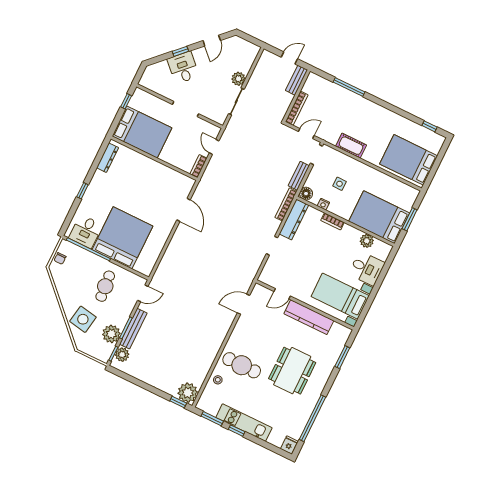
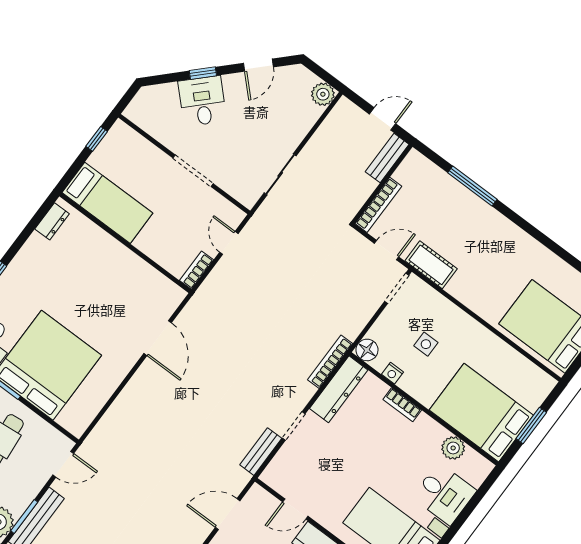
plant: (238, 79) -> (323, 94), moved
bed: (142, 132) -> (107, 203), width x0.67
cot: (351, 146) -> (431, 265), moved
dresser: (108, 158) -> (52, 221), width x0.70
bench: (299, 176) -> (261, 452), moved

